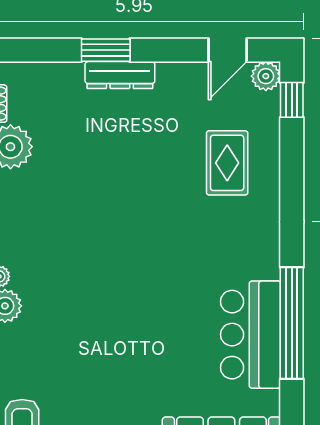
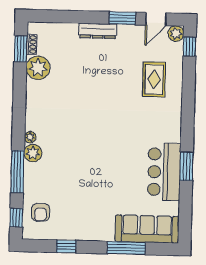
window: (106, 50) -> (122, 18), moved
window: (292, 323) -> (186, 166), width x0.47

